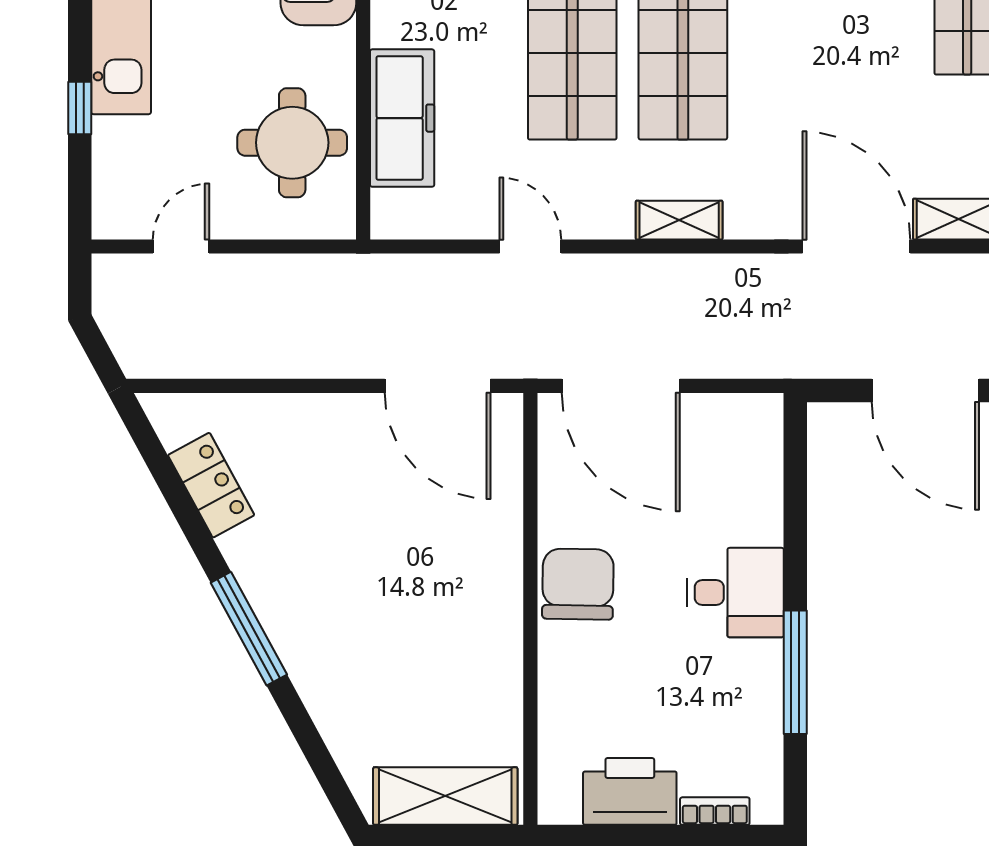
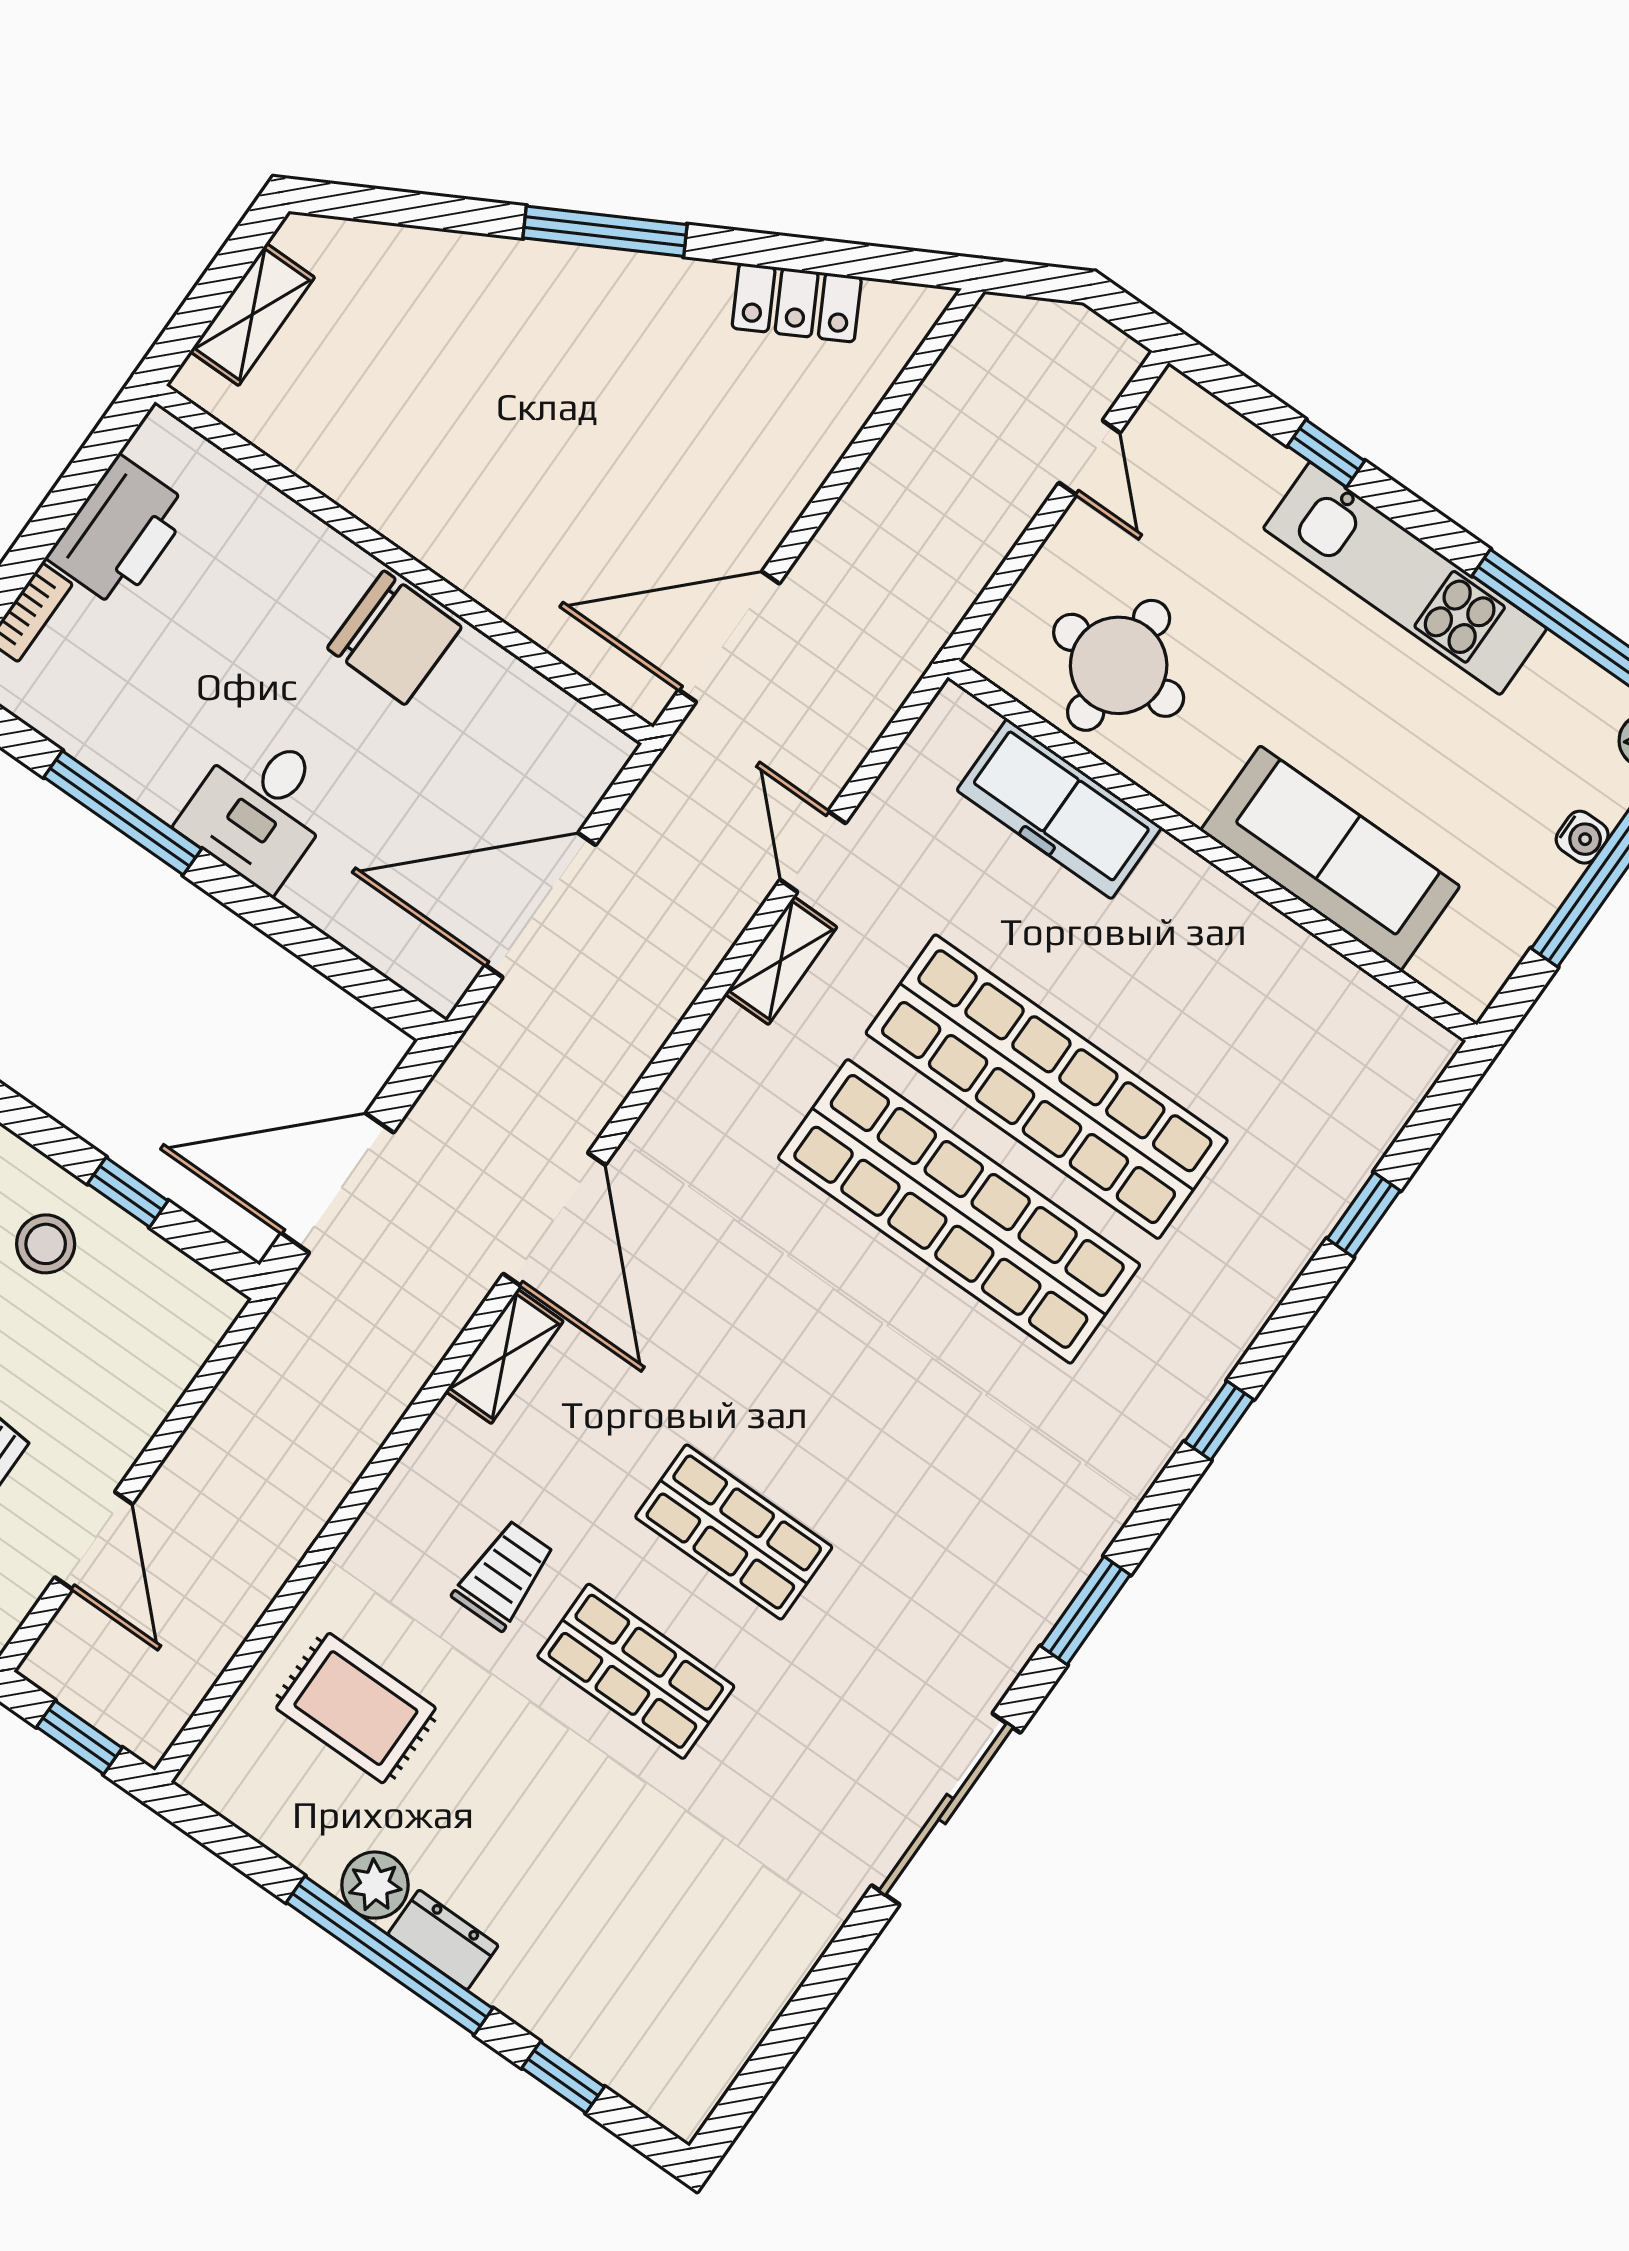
shelving: (679, 220) -> (781, 960), moved
door: (530, 247) -> (813, 852), swing flipped
door: (856, 247) -> (554, 1219), hinge flipped
door: (621, 386) -> (540, 905), moved
shelving: (445, 796) -> (252, 314), width x0.67, depth x0.75

